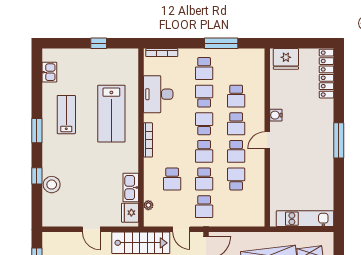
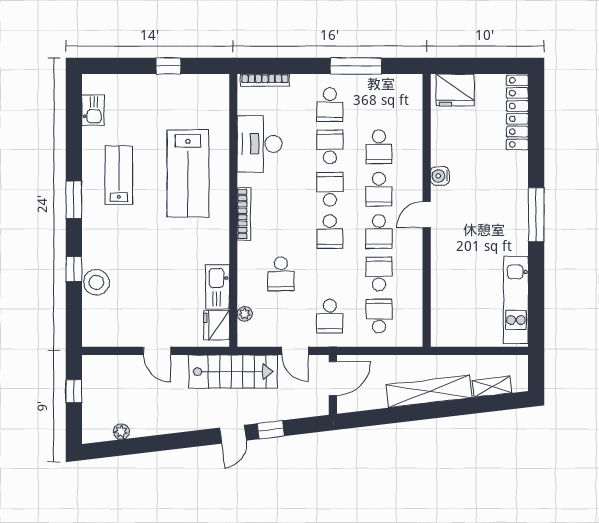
school desk: (204, 179) -> (379, 316), moved, turned 180
kitchen unit: (305, 219) -> (516, 300), moved, turned -90

